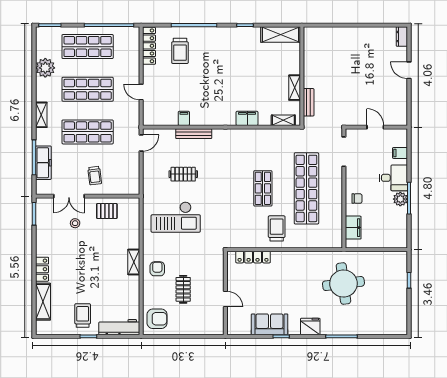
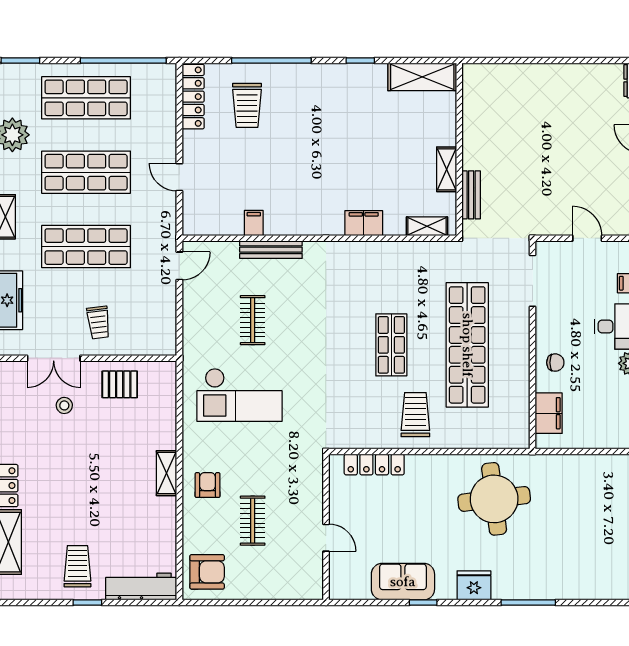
clothes rail: (183, 174) -> (253, 320), turned 90
round table: (343, 284) -> (494, 499), moved

